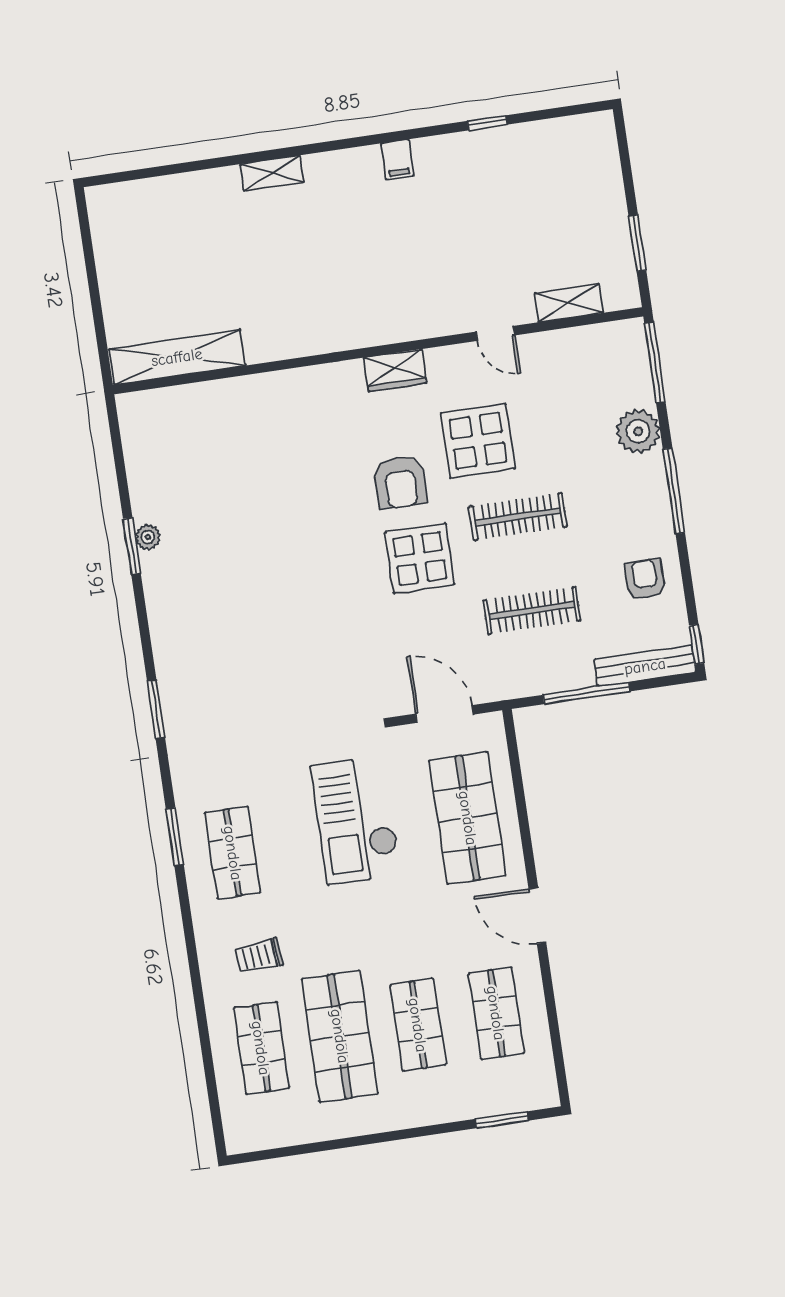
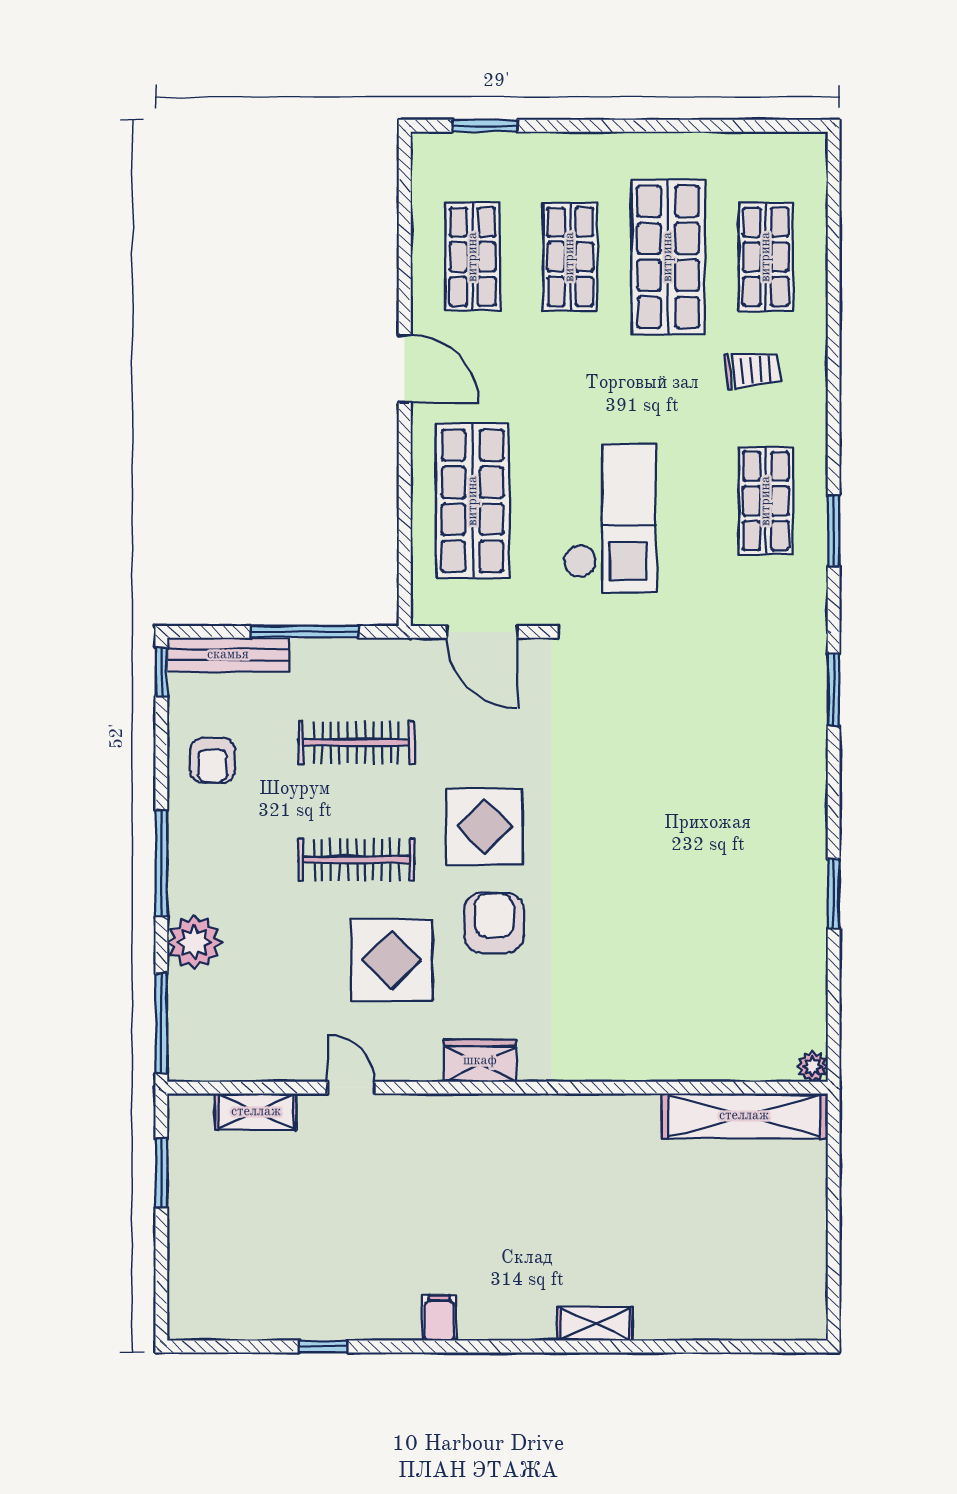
plant: (148, 537) -> (812, 1067), moved

